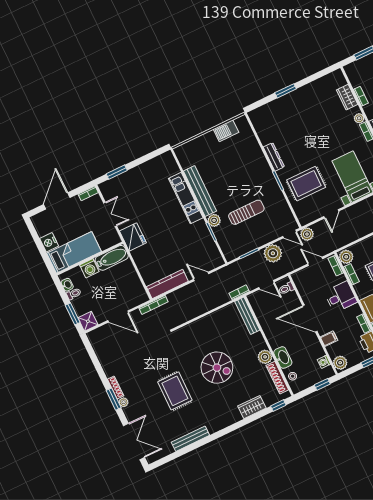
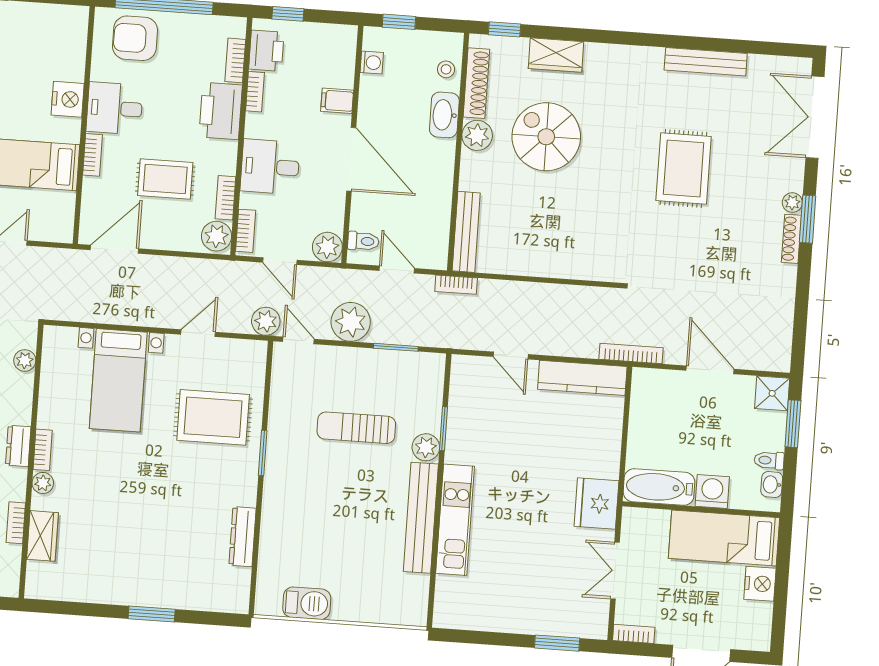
dresser: (274, 157) -> (242, 537), moved
plant: (340, 363) -> (327, 247), moved
spiral stairs: (217, 368) -> (546, 137), moved

